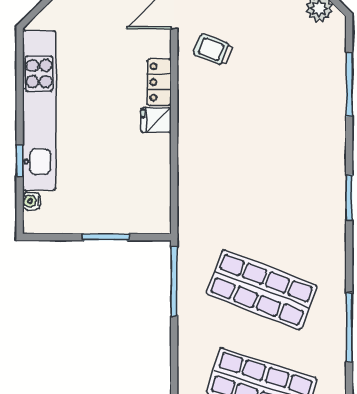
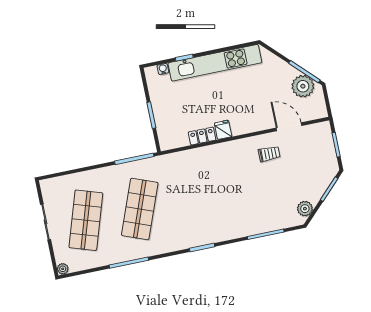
trolley: (213, 50) -> (269, 154), turned 69
locker: (159, 82) -> (202, 136), moved

